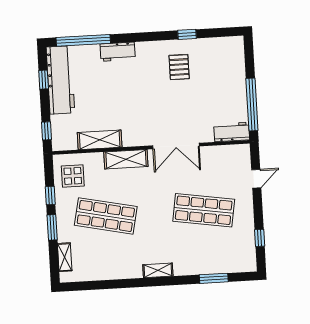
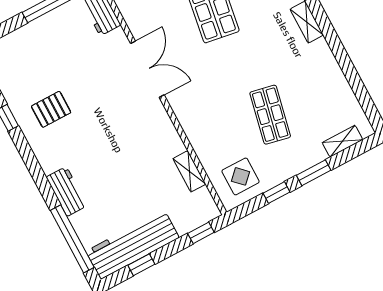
shelving: (100, 140) -> (189, 171), width x0.67, depth x0.75
shelving: (126, 159) -> (191, 122), removed
shop shelf: (106, 216) -> (270, 115), width x0.70, depth x0.74

